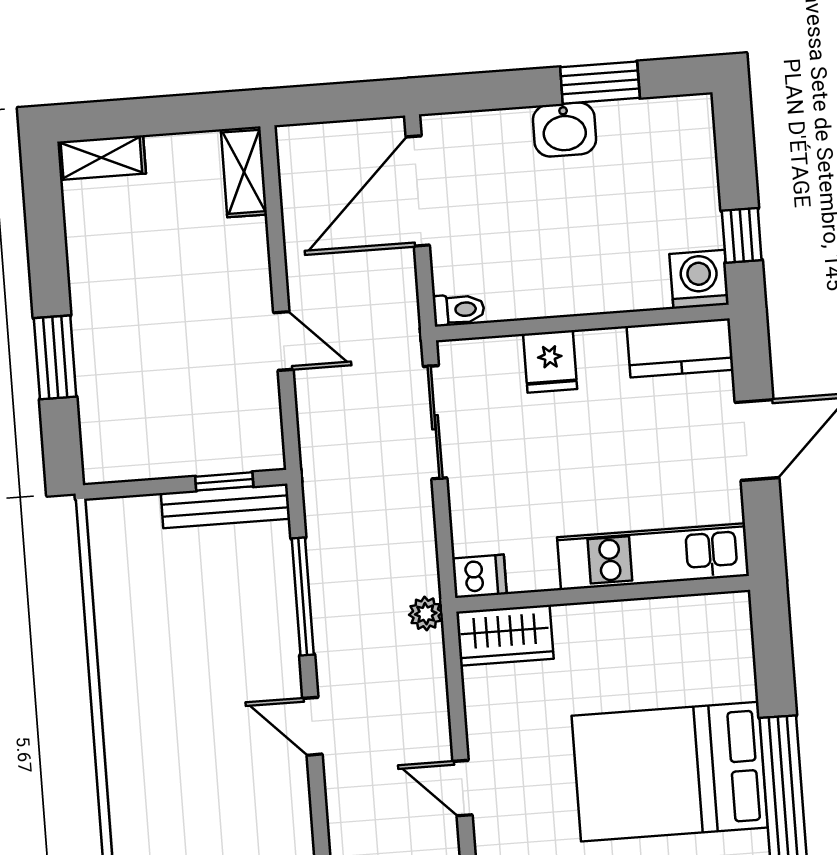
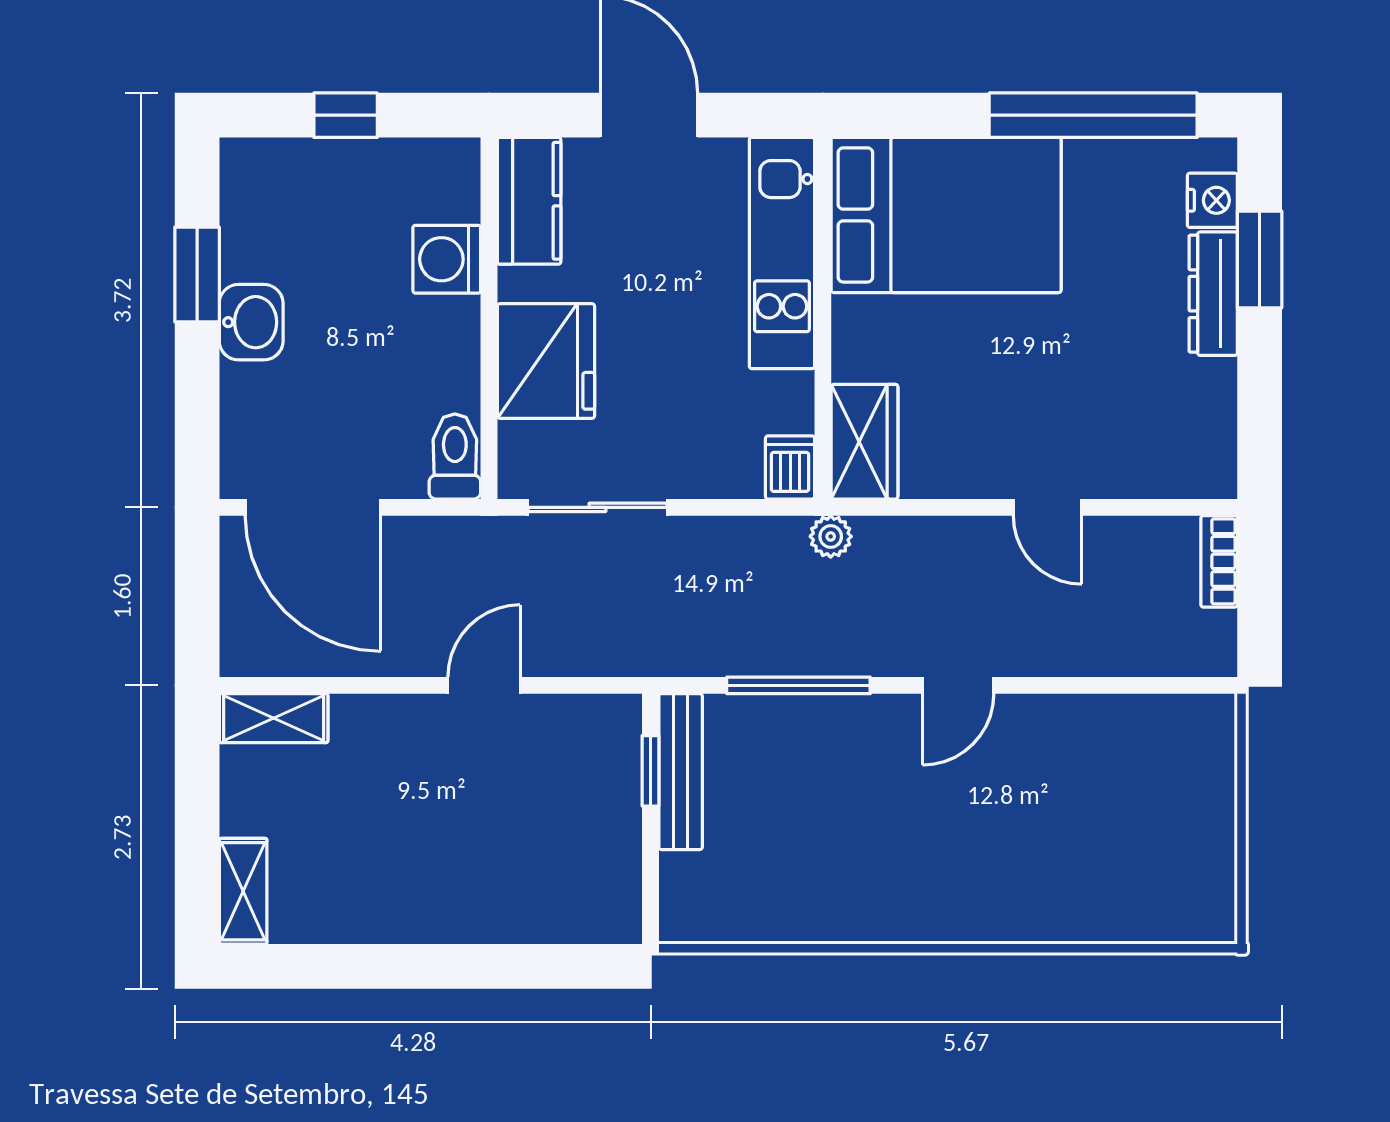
window: (742, 235) -> (346, 115), moved
washing machine: (699, 279) -> (447, 259), moved
toilet: (459, 310) -> (455, 456), width x1.37, depth x1.39
window: (55, 357) -> (483, 966), removed
fridge: (550, 361) -> (546, 361), width x1.88, depth x1.34
bed: (670, 772) -> (946, 215), moved, turned -90
door: (463, 788) -> (1048, 507), hinge flipped

